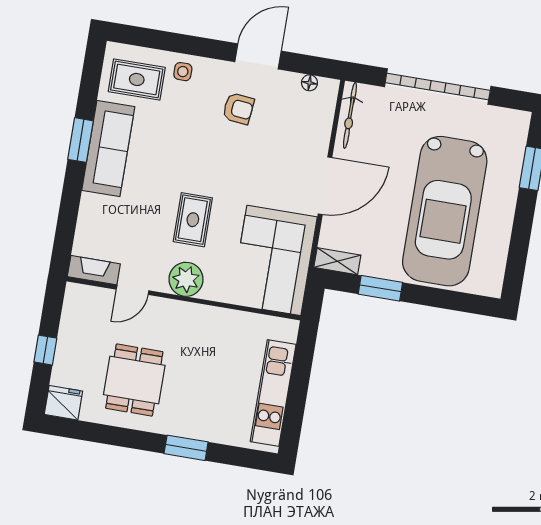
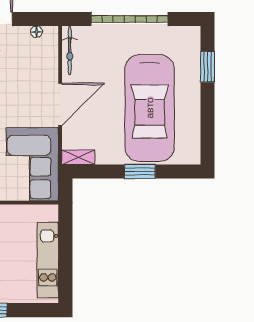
window: (380, 288) -> (140, 172), moved

